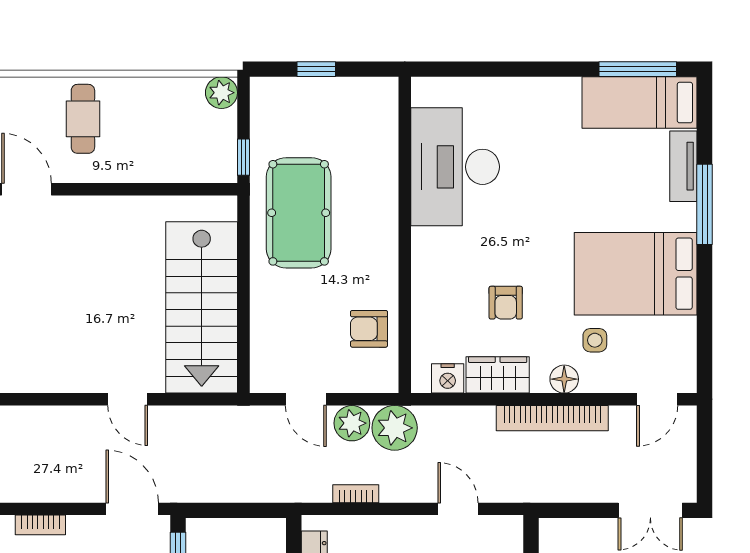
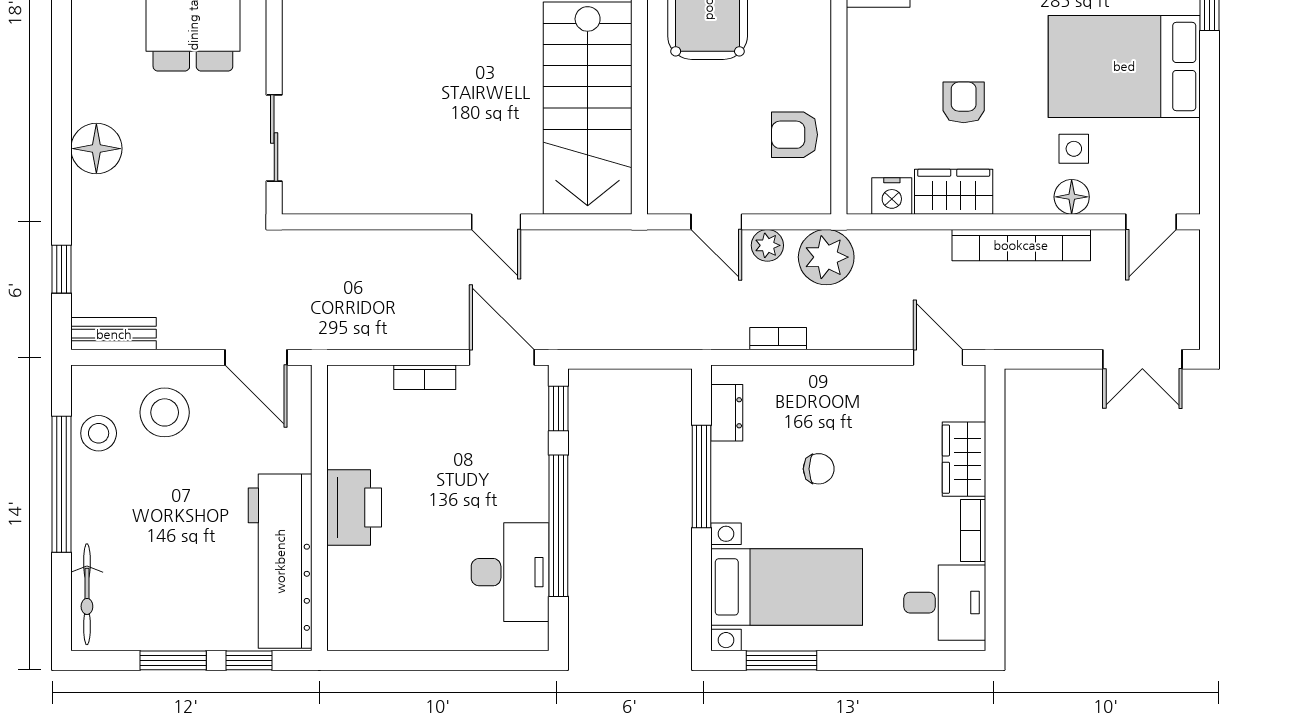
armchair: (506, 303) -> (964, 102), turned 180
floor lamp: (564, 379) -> (1072, 197), moved
plant: (352, 423) -> (767, 245), width x0.73, depth x0.73
door: (458, 509) -> (938, 357), moved
bookcase: (40, 525) -> (425, 377), moved

